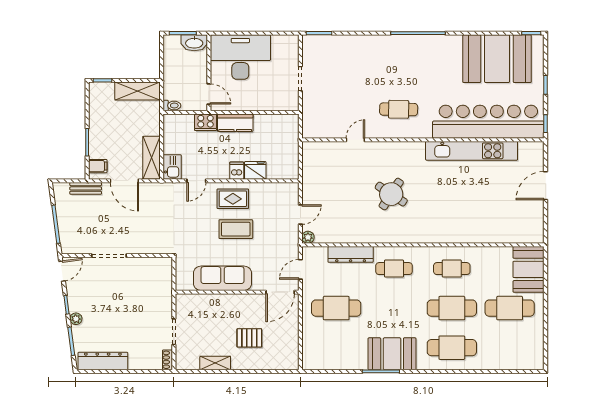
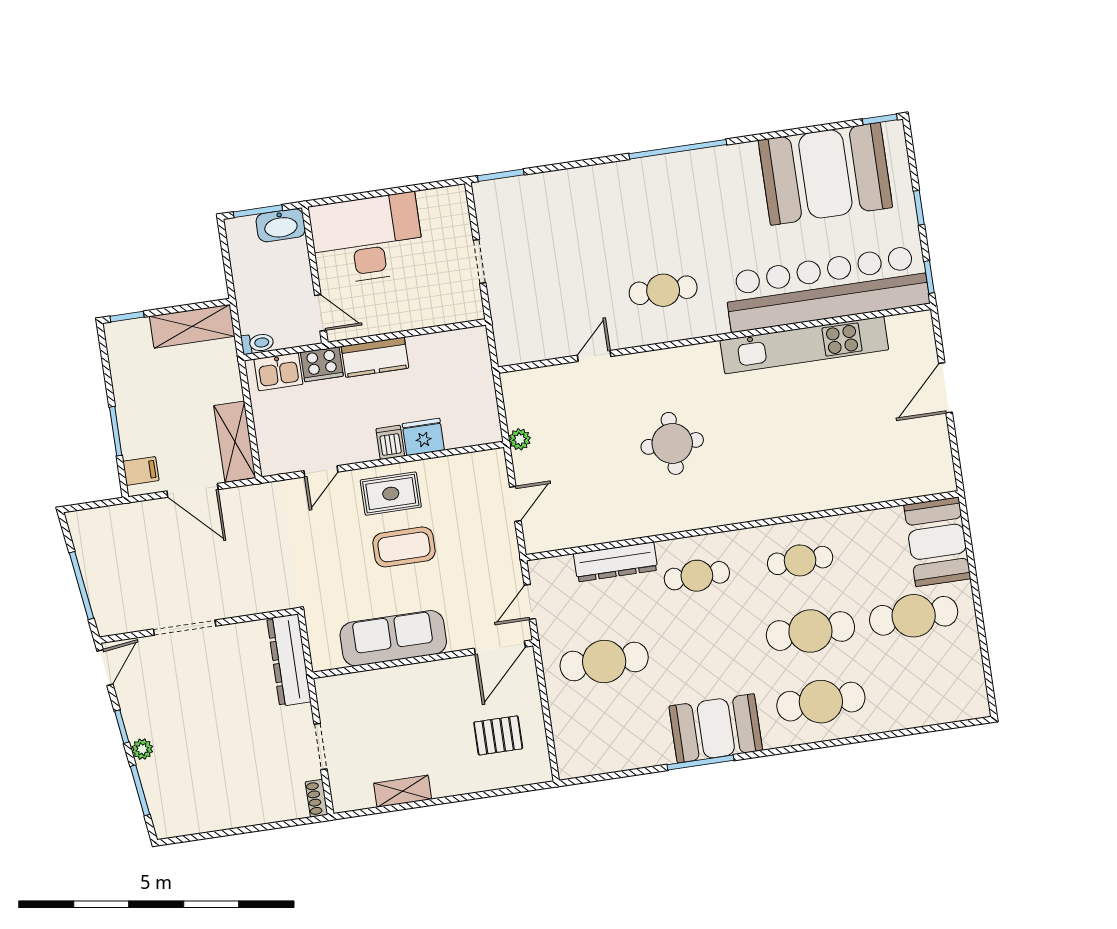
kitchen sink: (172, 167) -> (278, 372), moved, turned 90
bench: (86, 188) -> (125, 514), removed
round table: (391, 194) -> (672, 443), turned -33
plant: (308, 237) -> (520, 439), moved
pallet: (249, 338) -> (498, 735), moved
dresser: (103, 361) -> (289, 660), moved, turned -90

